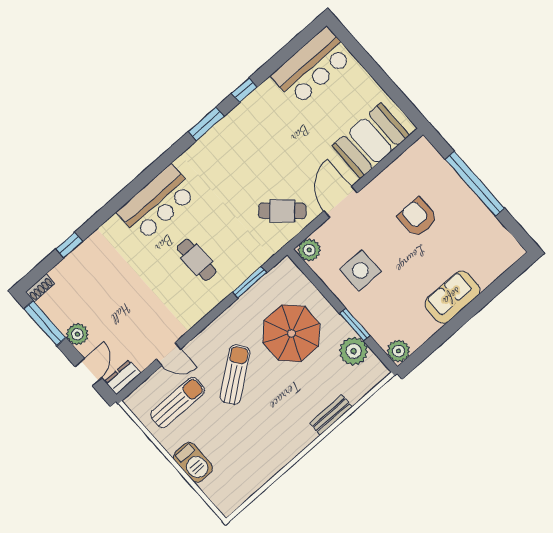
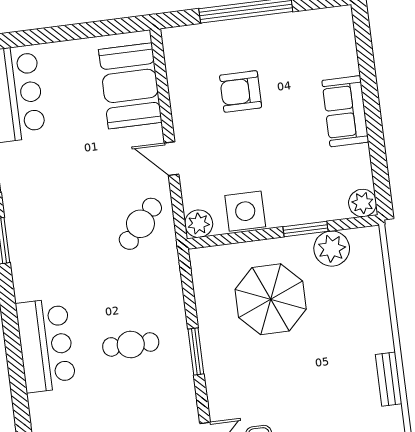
door: (341, 202) -> (172, 159), width x0.73
side table: (361, 270) -> (245, 211), moved
window: (250, 282) -> (196, 352), moved
sun lounger: (235, 375) -> (274, 385), removed
bench: (331, 415) -> (389, 379), moved

